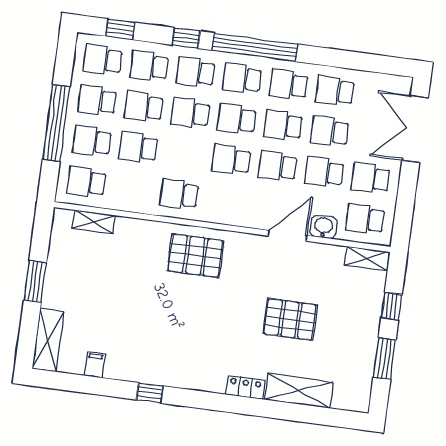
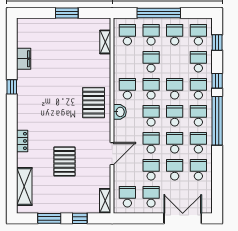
school desk: (144, 107) -> (151, 89), moved
washbasin: (324, 227) -> (120, 112), moved
door: (287, 236) -> (112, 154), hinge flipped
shelving: (48, 340) -> (34, 25), removed
filing cabinet: (95, 365) -> (24, 59), width x2.00
shelving: (299, 391) -> (24, 186), moved

